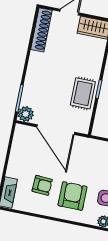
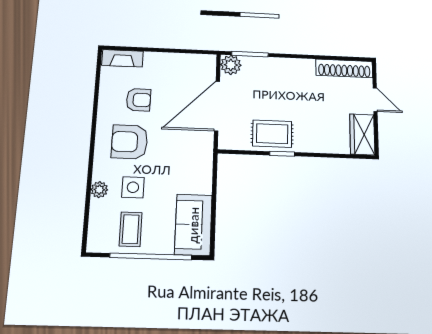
armchair: (42, 185) -> (139, 100), turned -93
armchair: (72, 196) -> (130, 142), turned 180

